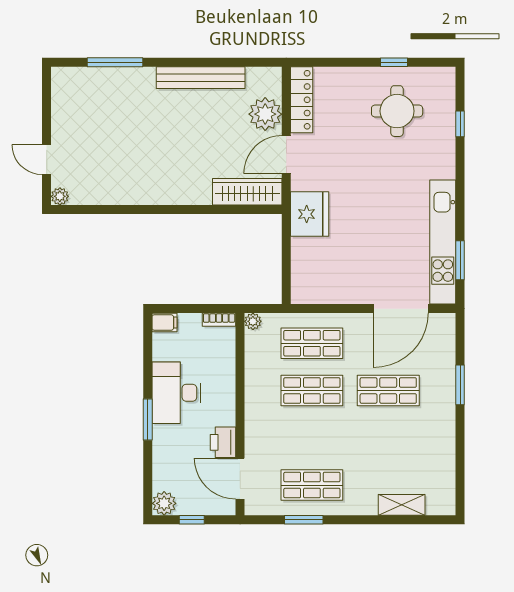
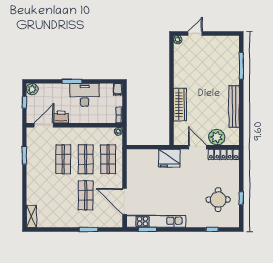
wardrobe: (247, 192) -> (180, 105), moved
shop shelf: (312, 485) -> (63, 159), moved
shelving: (402, 505) -> (31, 216), moved

